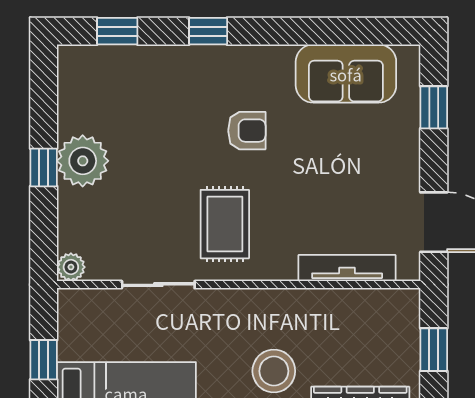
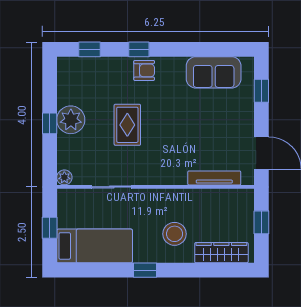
armchair: (247, 131) -> (144, 70), moved
rug: (225, 224) -> (127, 125), moved

